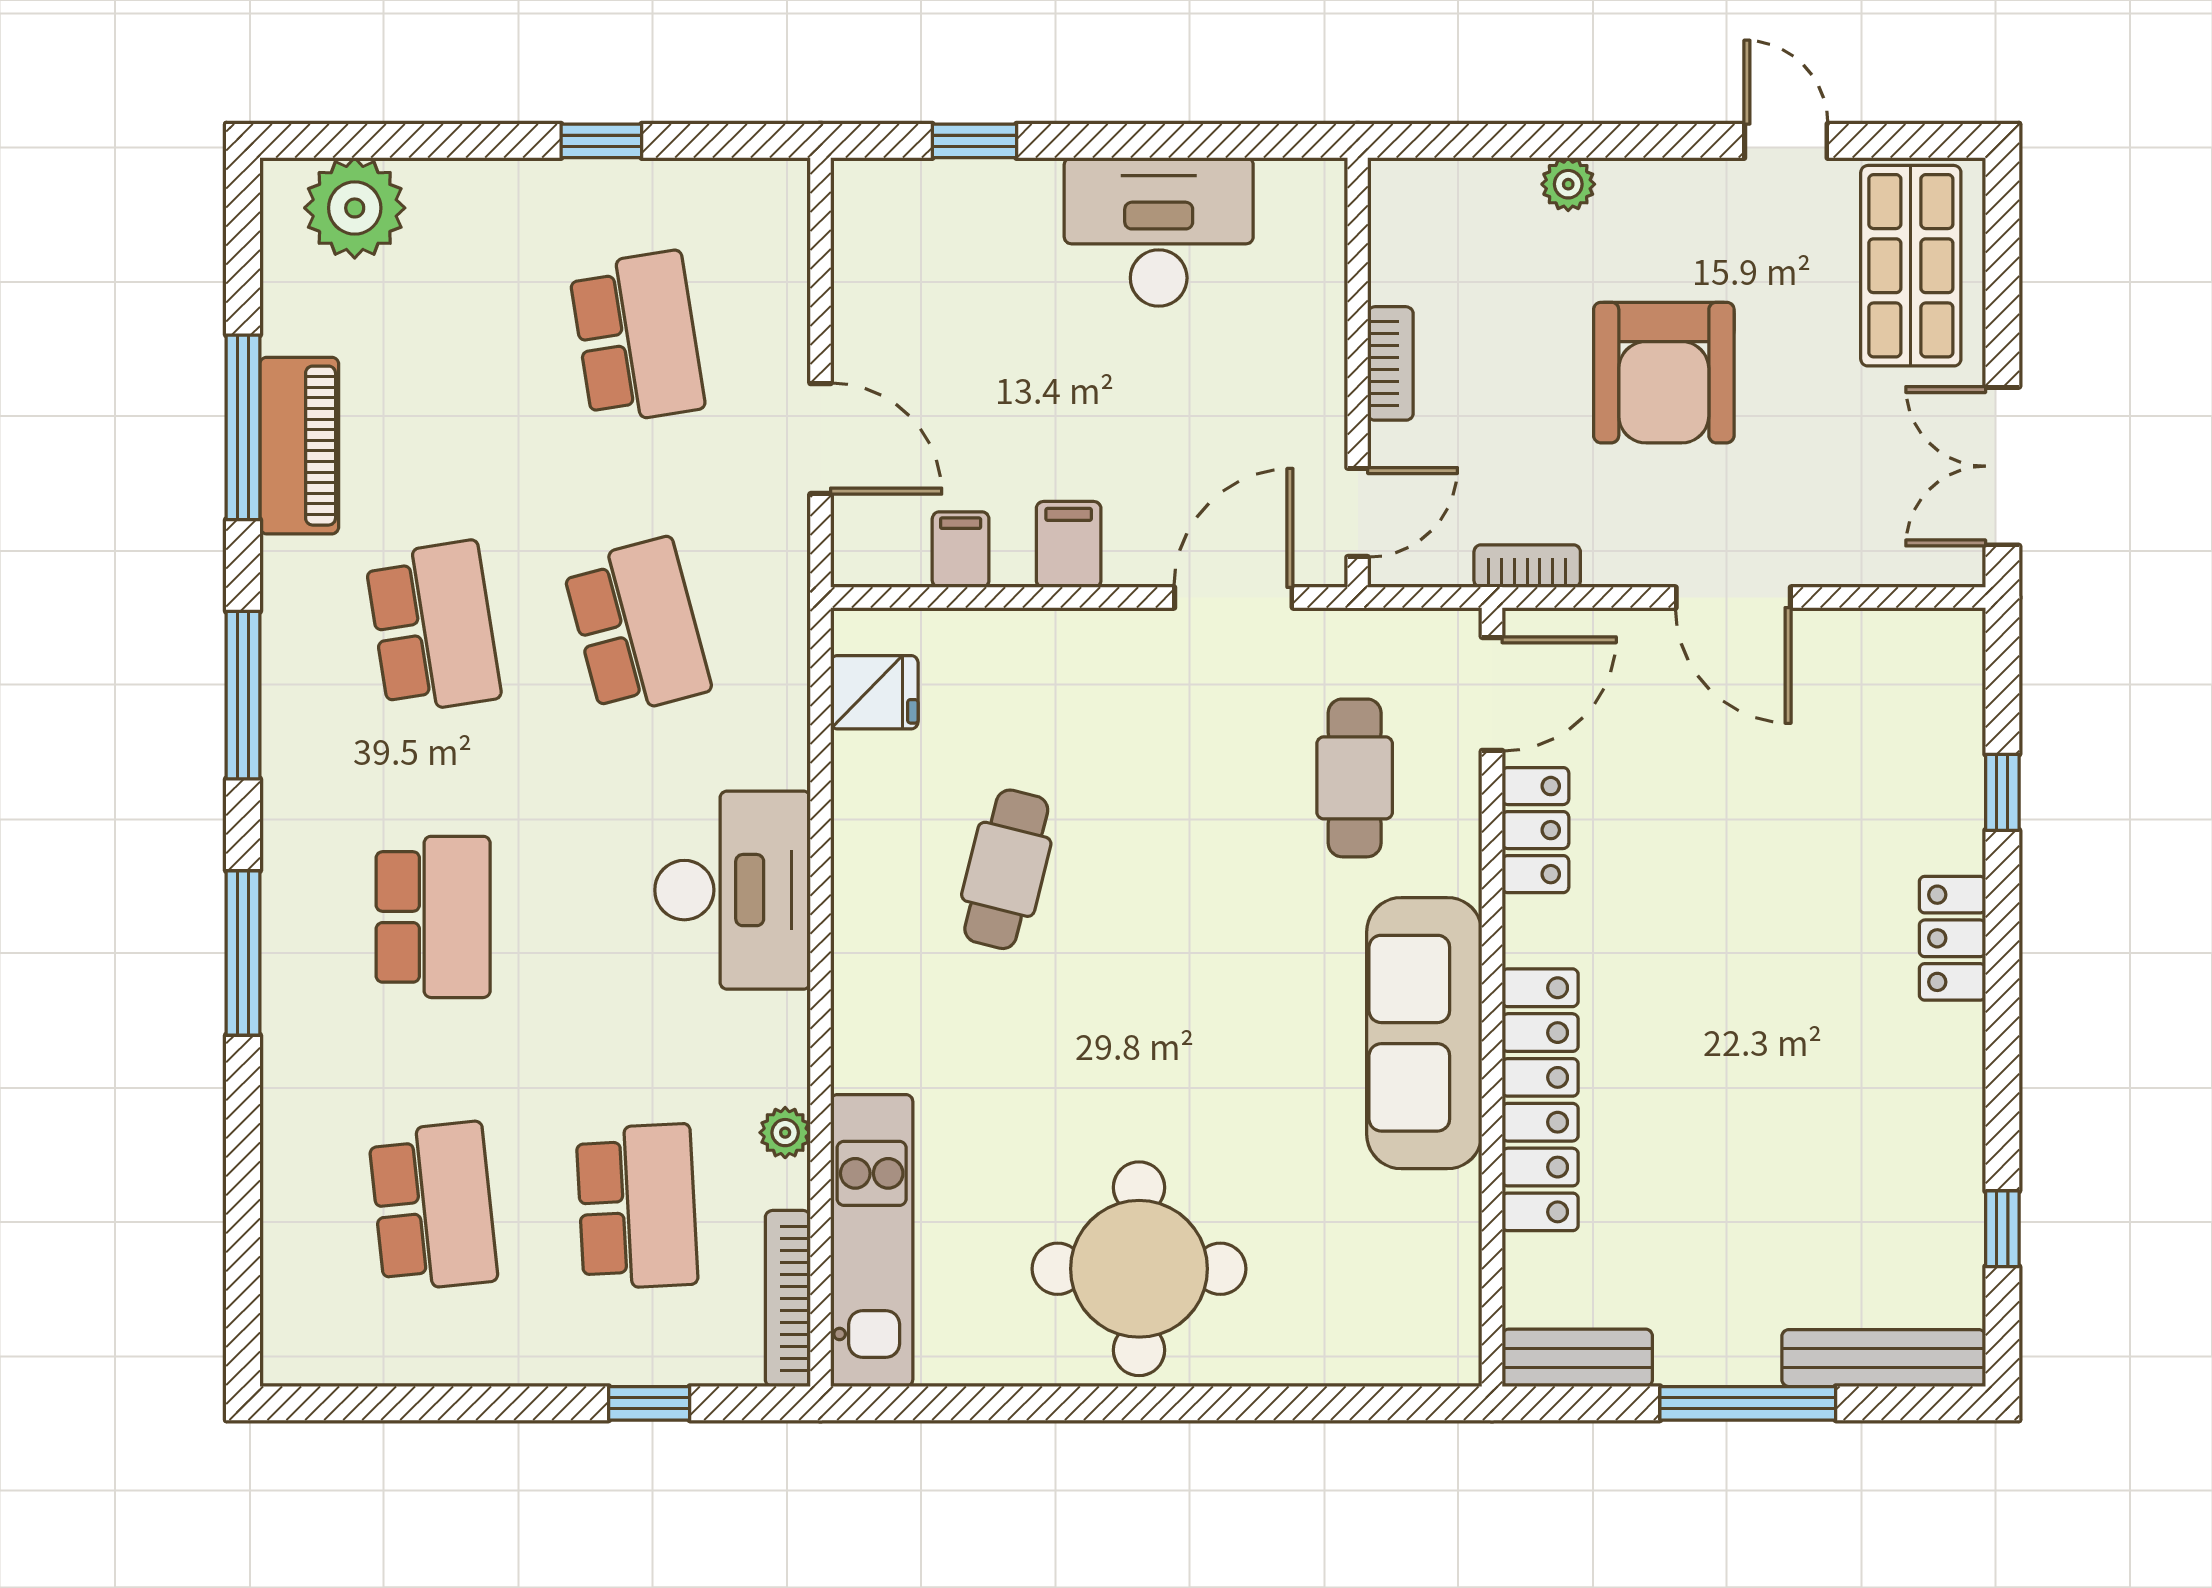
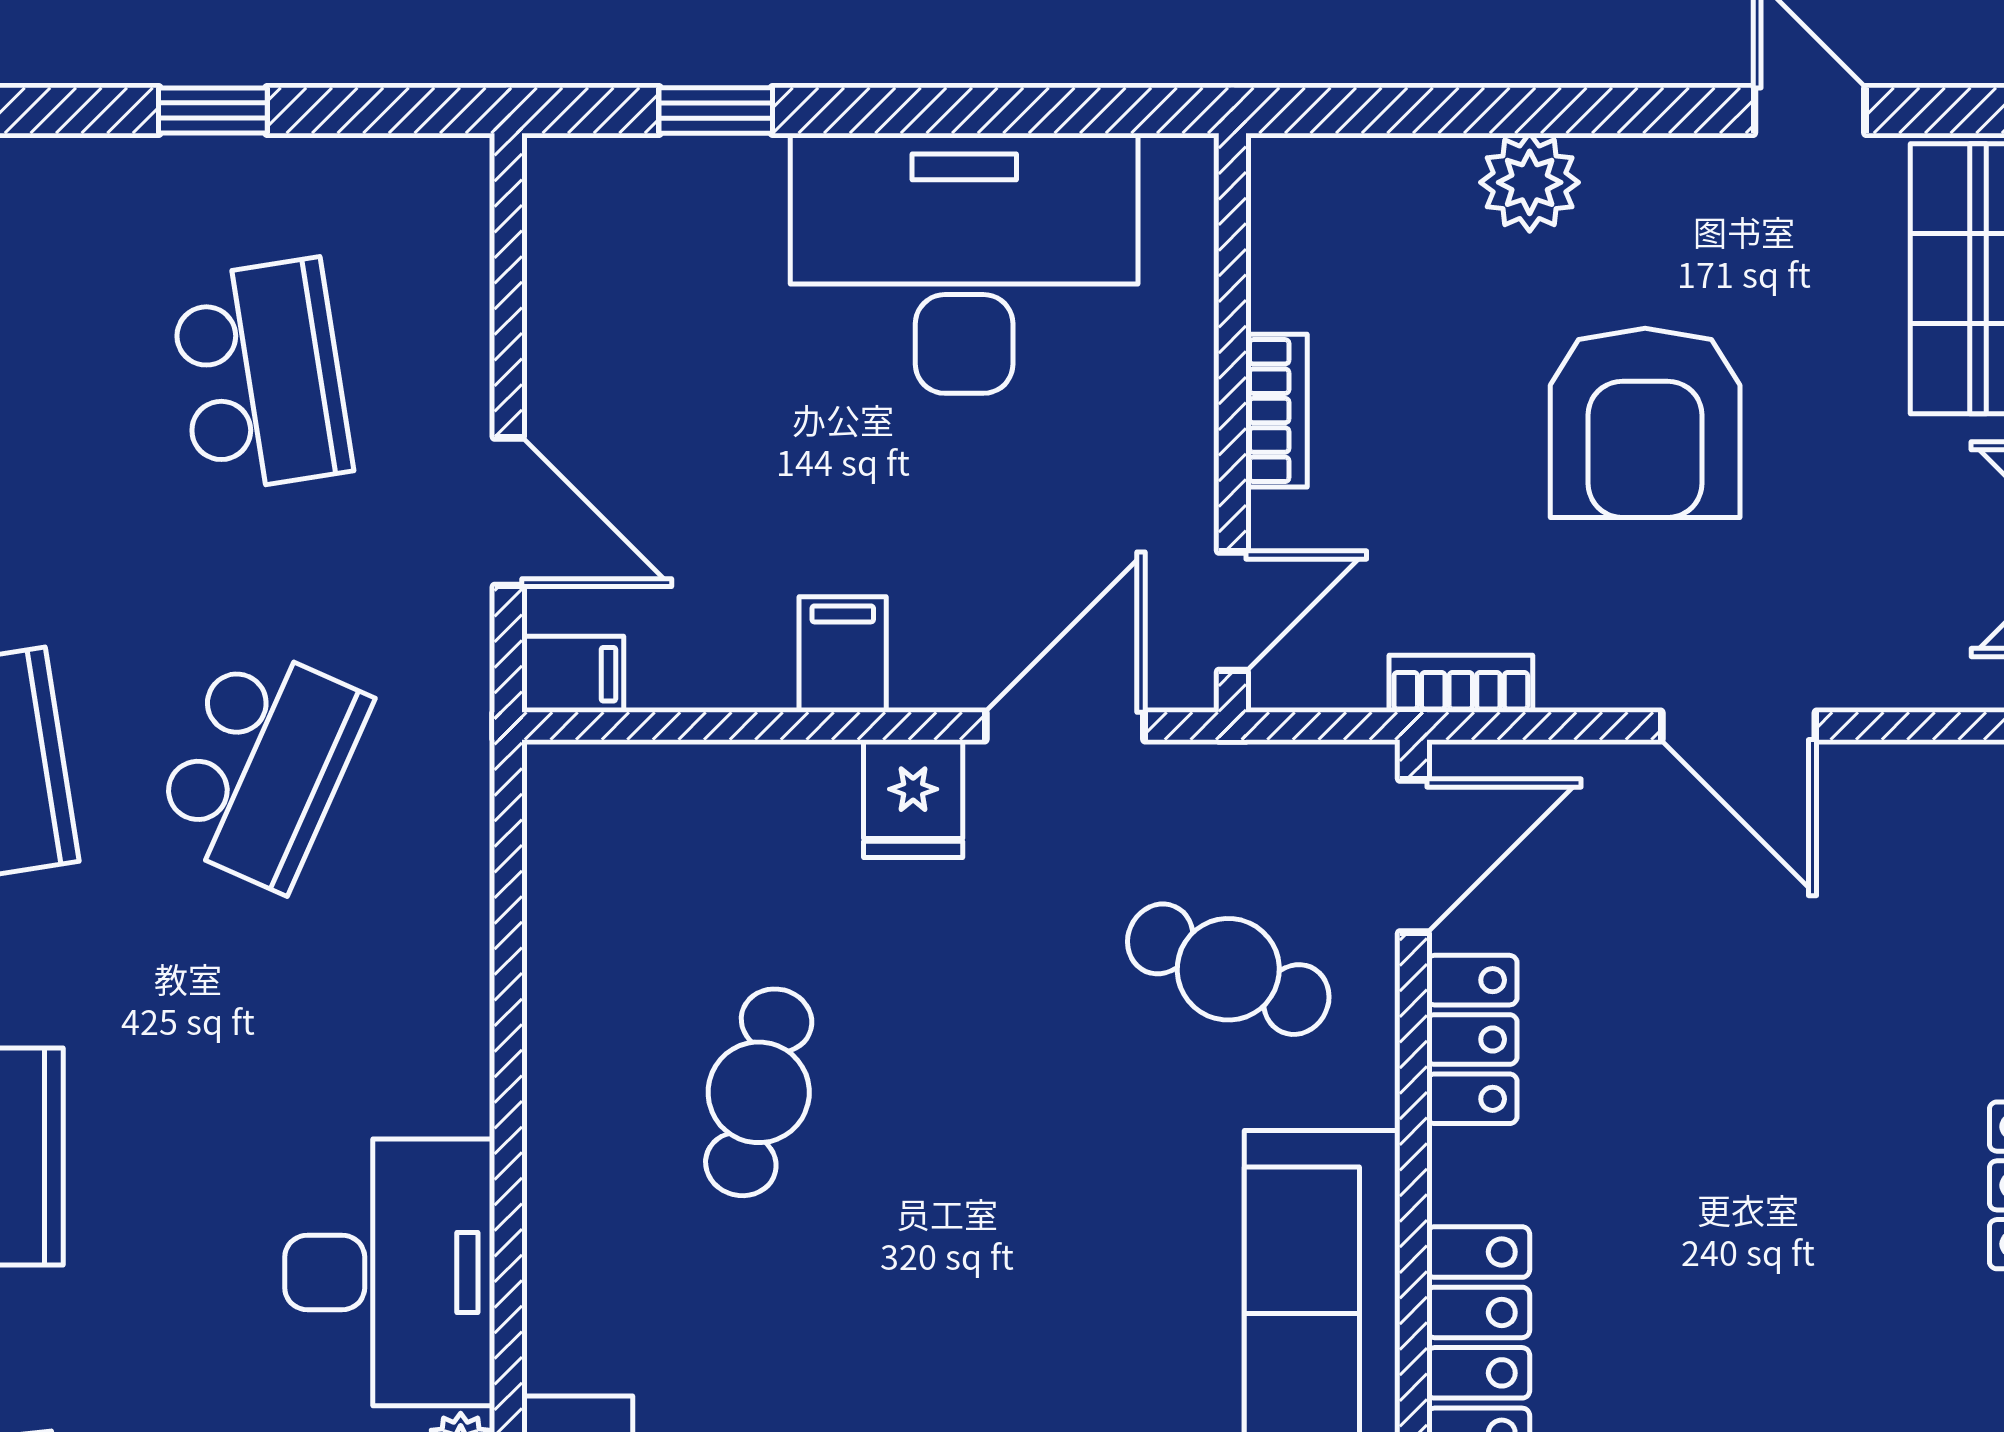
plant: (1568, 184) -> (1530, 182), width x1.38, depth x1.38
desk: (1159, 232) -> (964, 263), width x1.36, depth x1.30
filing cabinet: (961, 550) -> (573, 674), moved, turned 90
school desk: (637, 627) -> (261, 766), turned 39
fridge: (874, 692) -> (913, 799), moved, turned 90
cafe table: (1355, 778) -> (1228, 969), turned -66
desk: (733, 890) -> (390, 1272), moved

